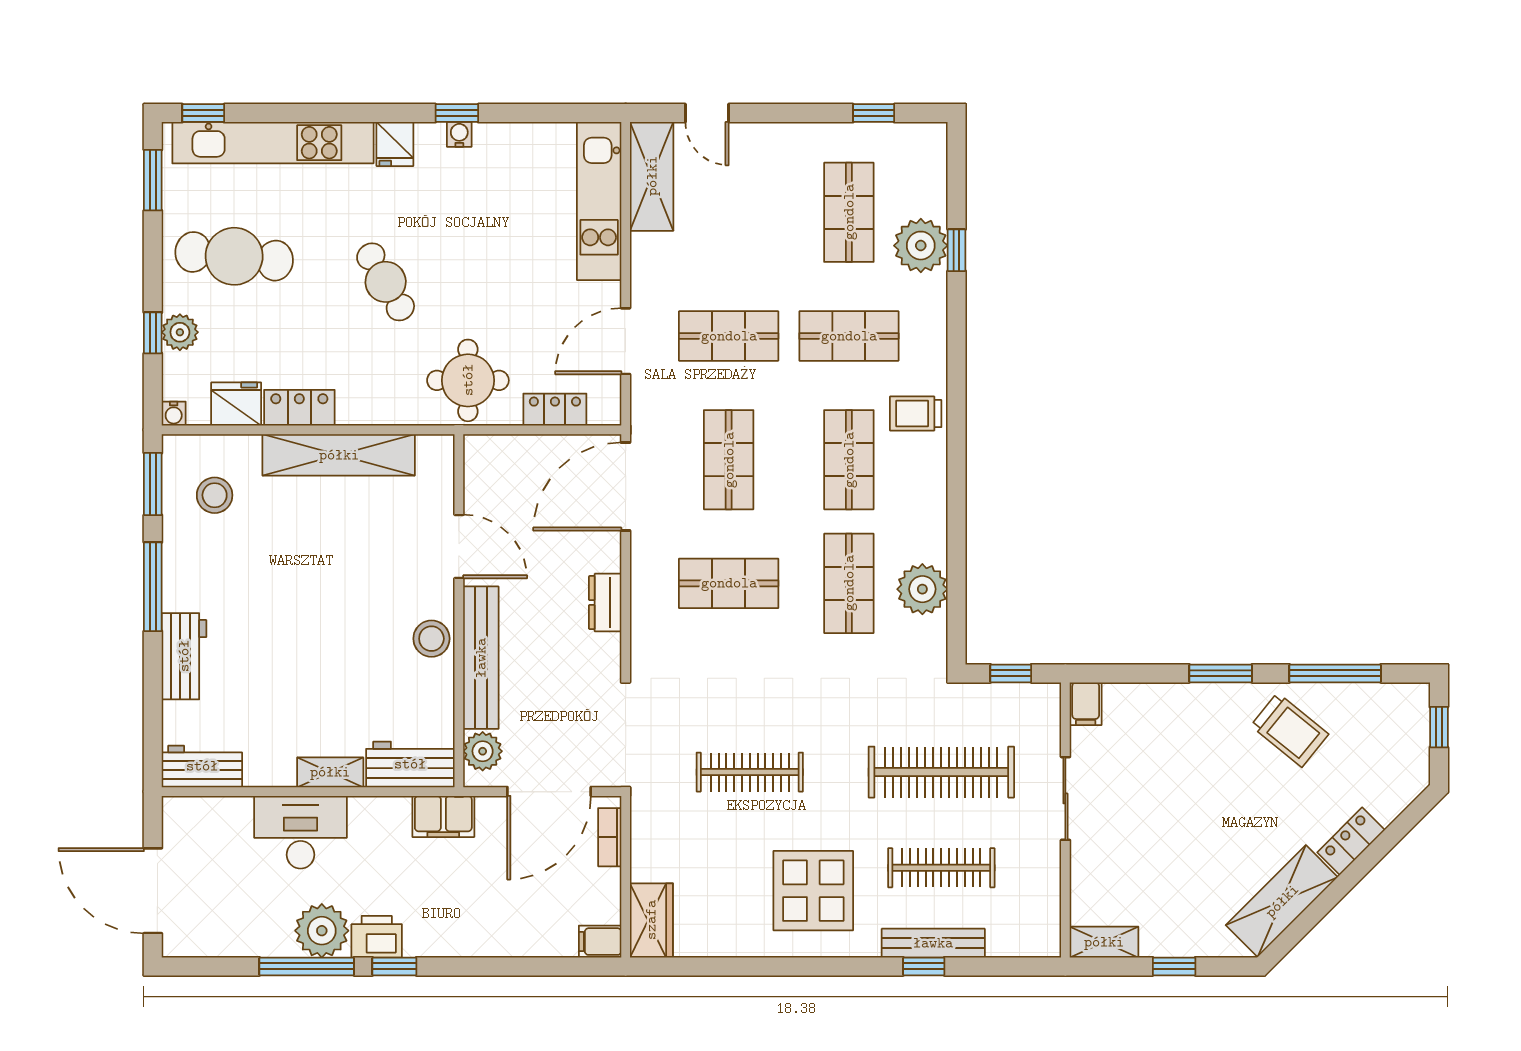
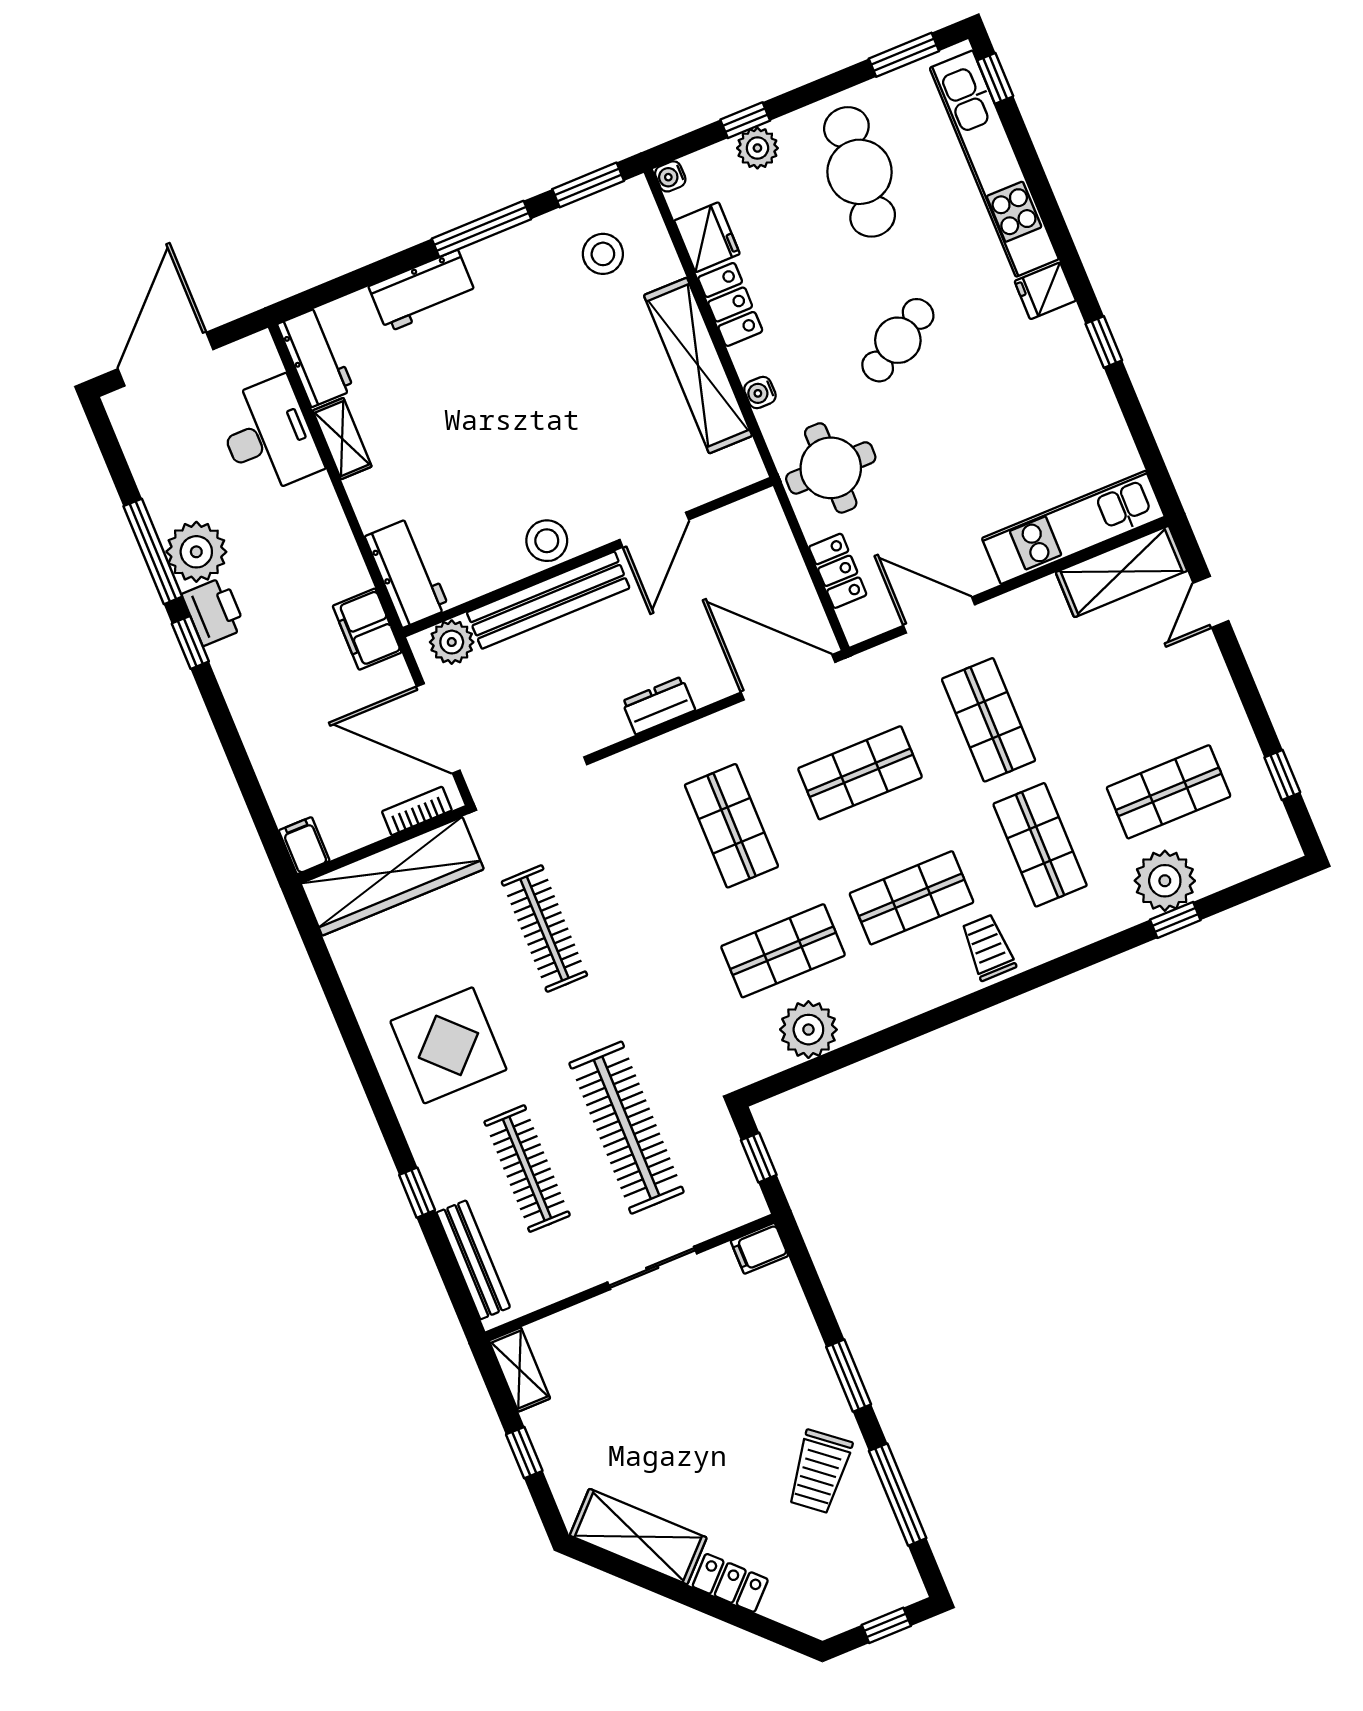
water cooler: (459, 134) -> (760, 393), moved, turned 180
shelving: (330, 772) -> (342, 439), moved
desk: (301, 832) -> (268, 436), moved
wardrobe: (651, 920) -> (392, 876), width x2.10, depth x1.17
bench: (933, 943) -> (473, 1260), moved

